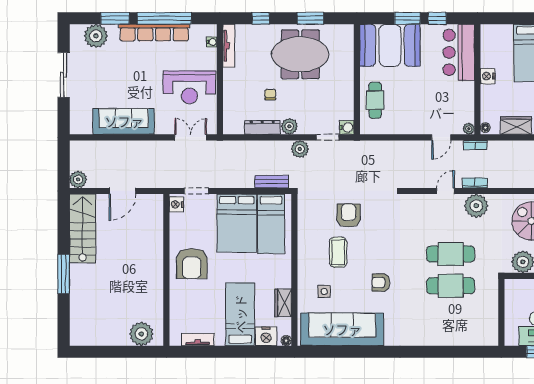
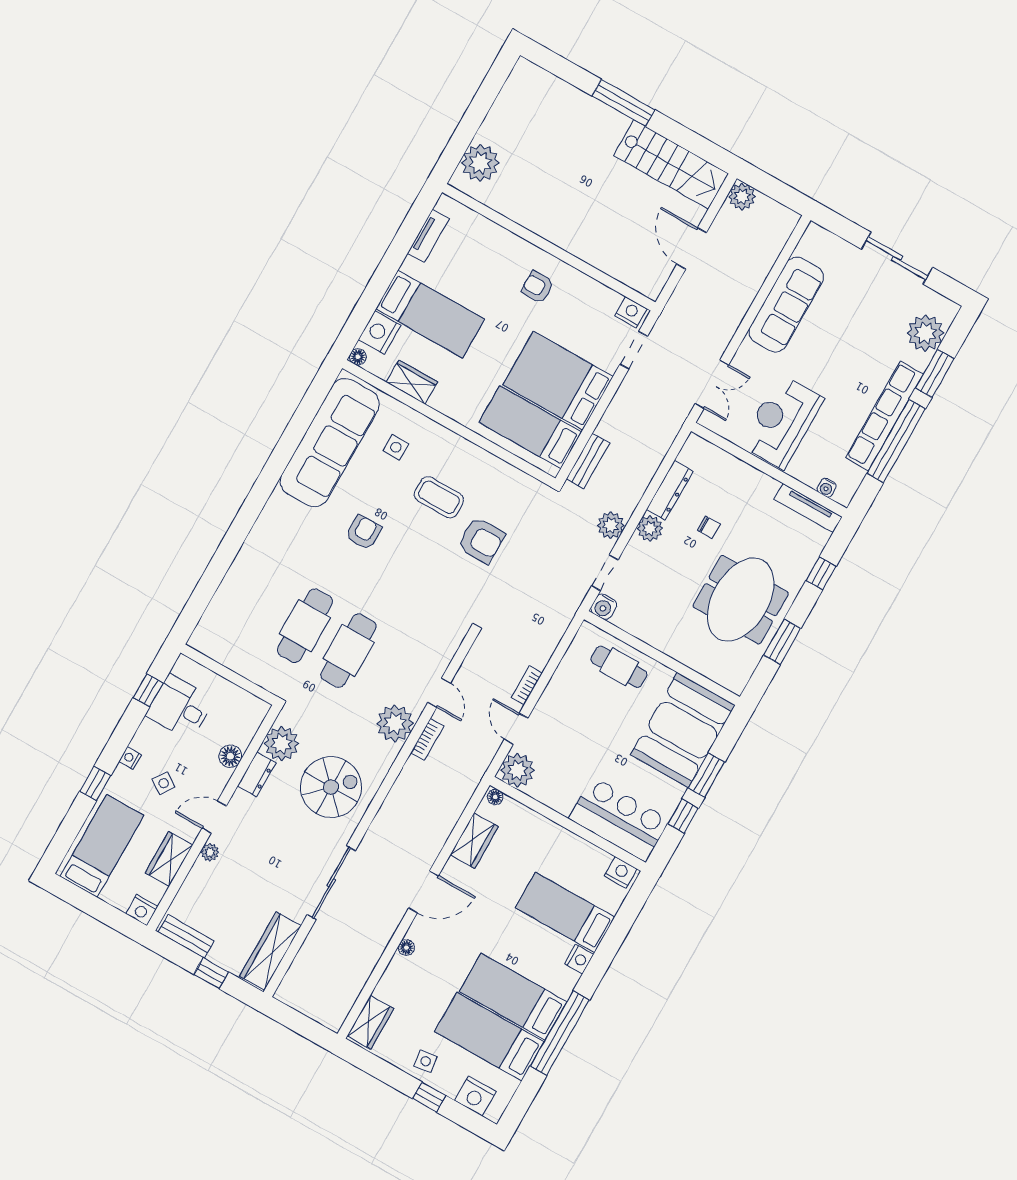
nightstand: (488, 76) -> (621, 873), moved
plant: (469, 129) -> (517, 770), width x1.87, depth x1.87
bookcase: (475, 145) -> (527, 685), moved
armchair: (192, 264) -> (538, 287), width x0.53, depth x0.53

